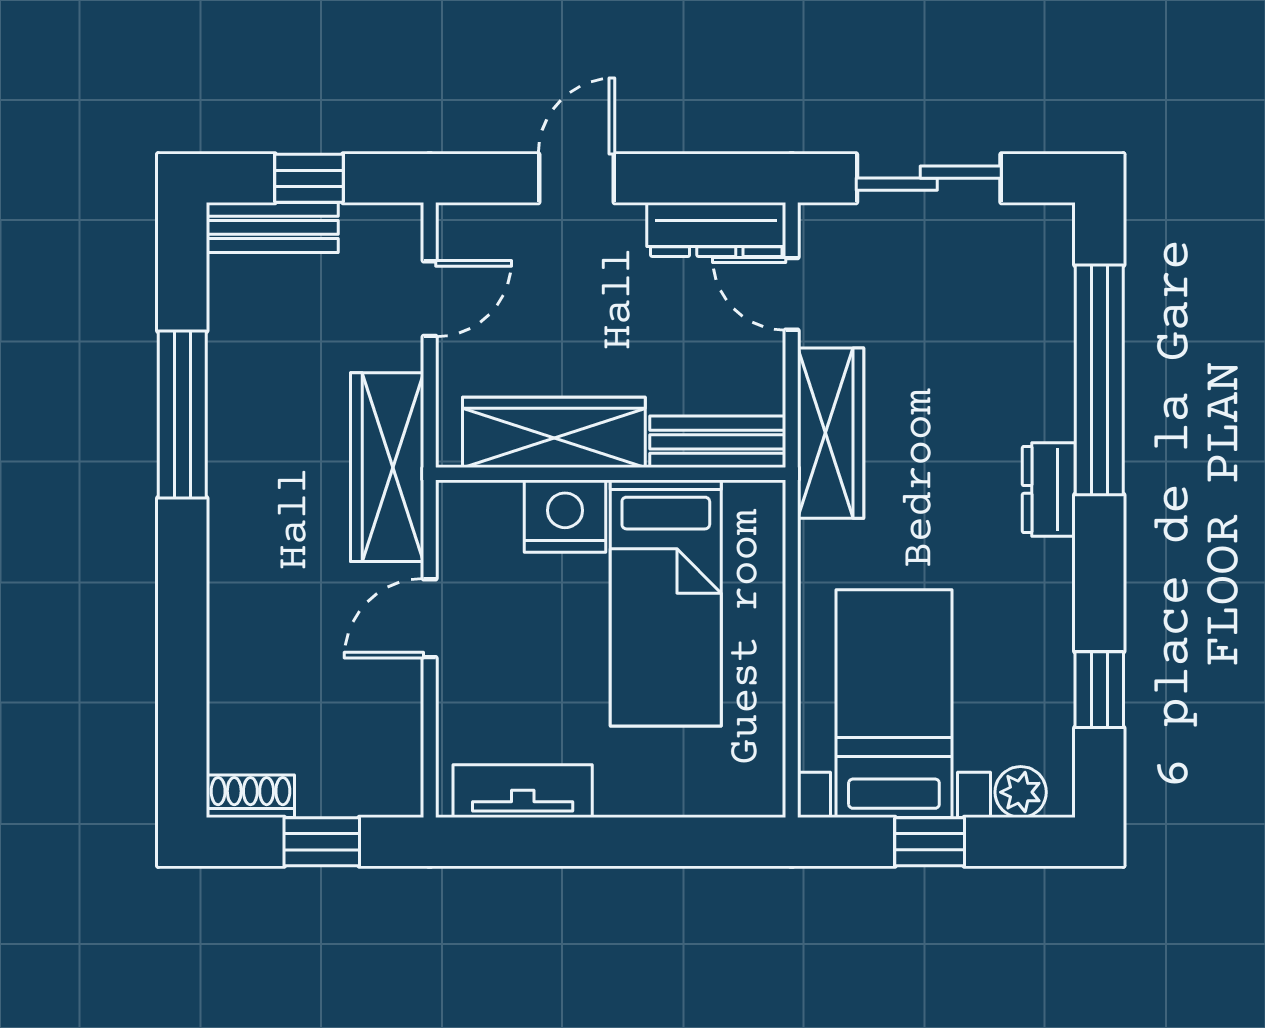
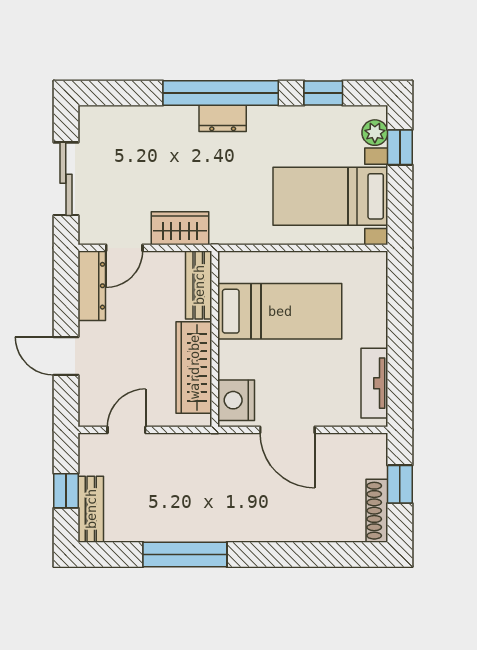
door: (430, 299) -> (127, 430), hinge flipped
window: (1099, 380) -> (221, 93), moved
wardrobe: (831, 433) -> (180, 228), width x0.67
wardrobe: (387, 467) -> (211, 451), removed
nightstand: (565, 516) -> (236, 400), moved
door: (430, 618) -> (287, 430), width x1.38
shoe rack: (250, 796) -> (377, 511), width x1.43
window: (930, 842) -> (400, 147), moved

